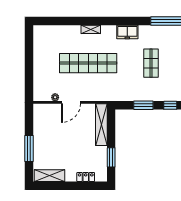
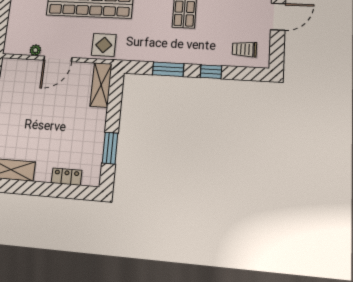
display table: (100, 91) -> (104, 45), added
shelving: (101, 125) -> (101, 85), width x0.68

